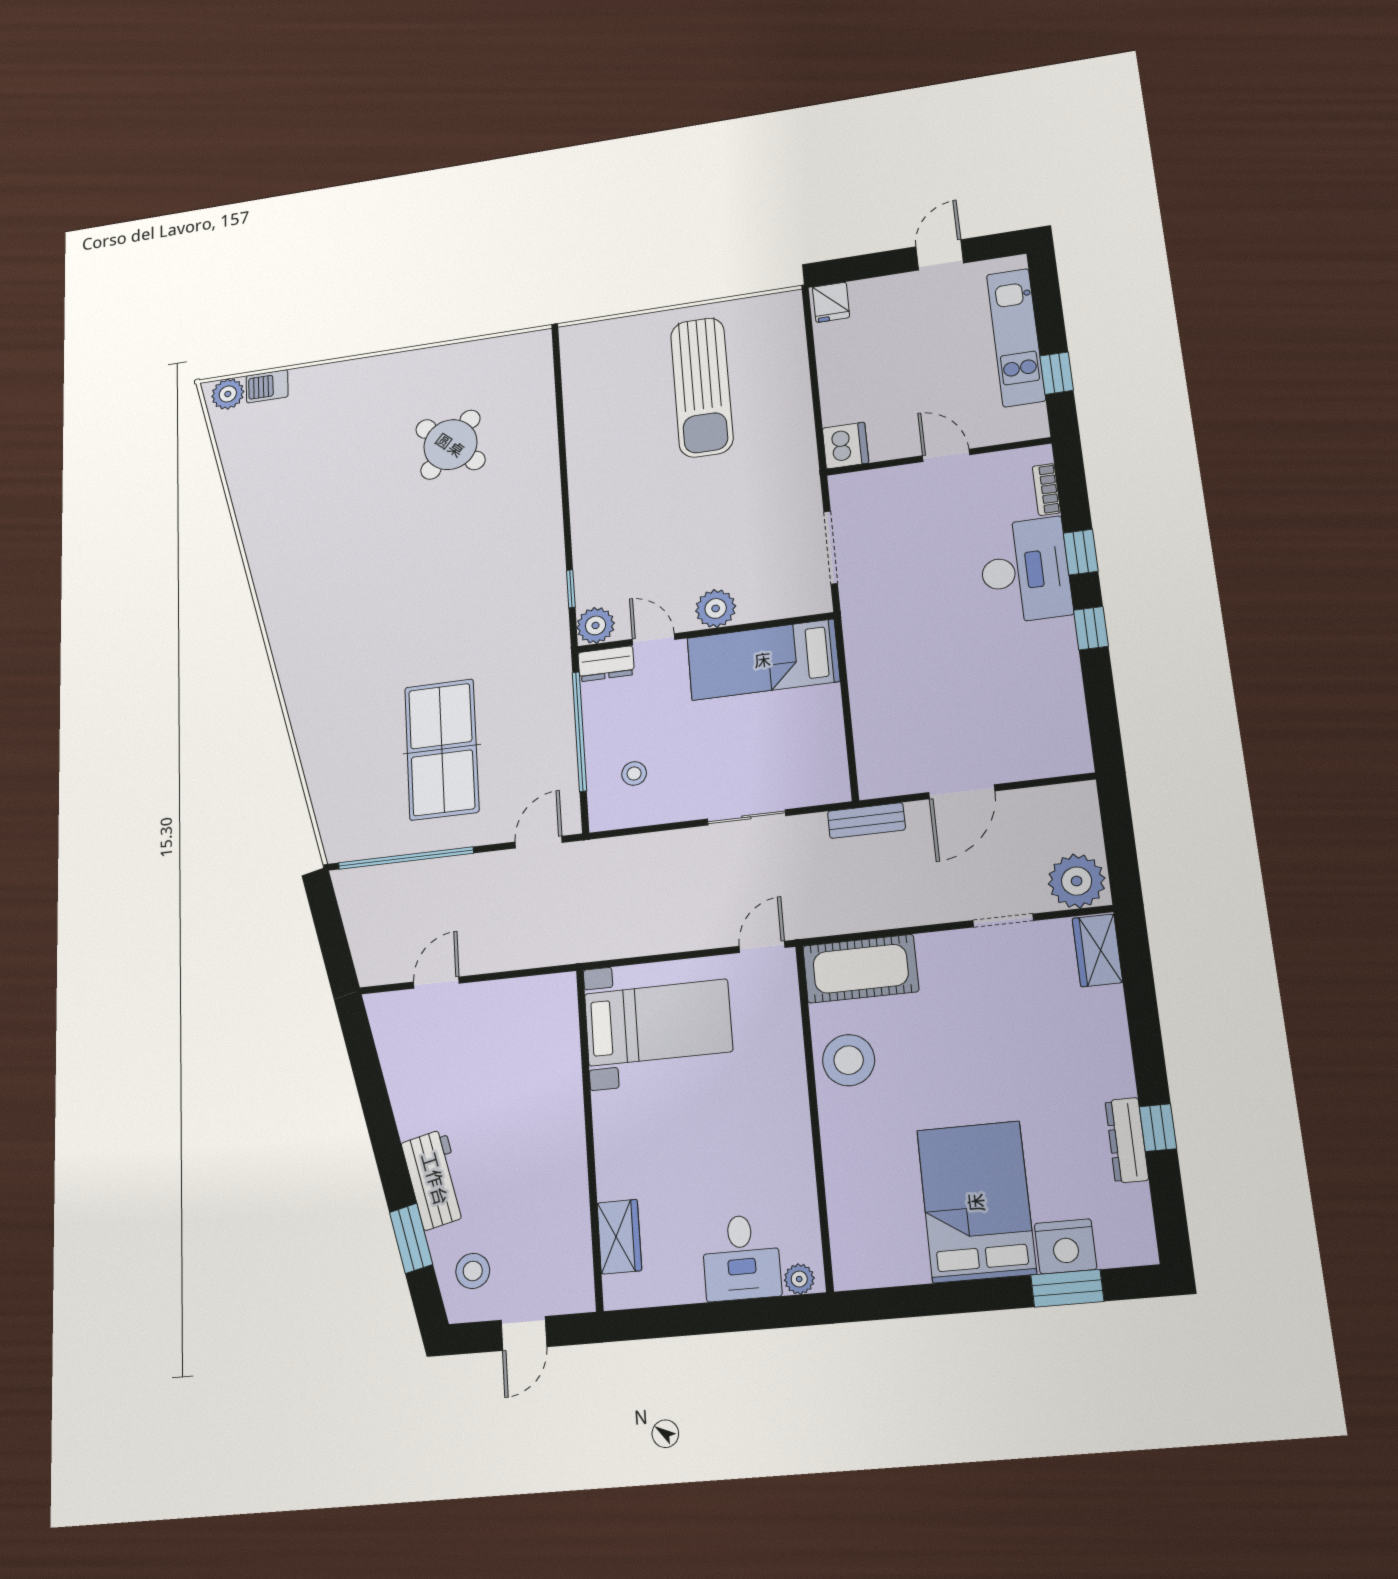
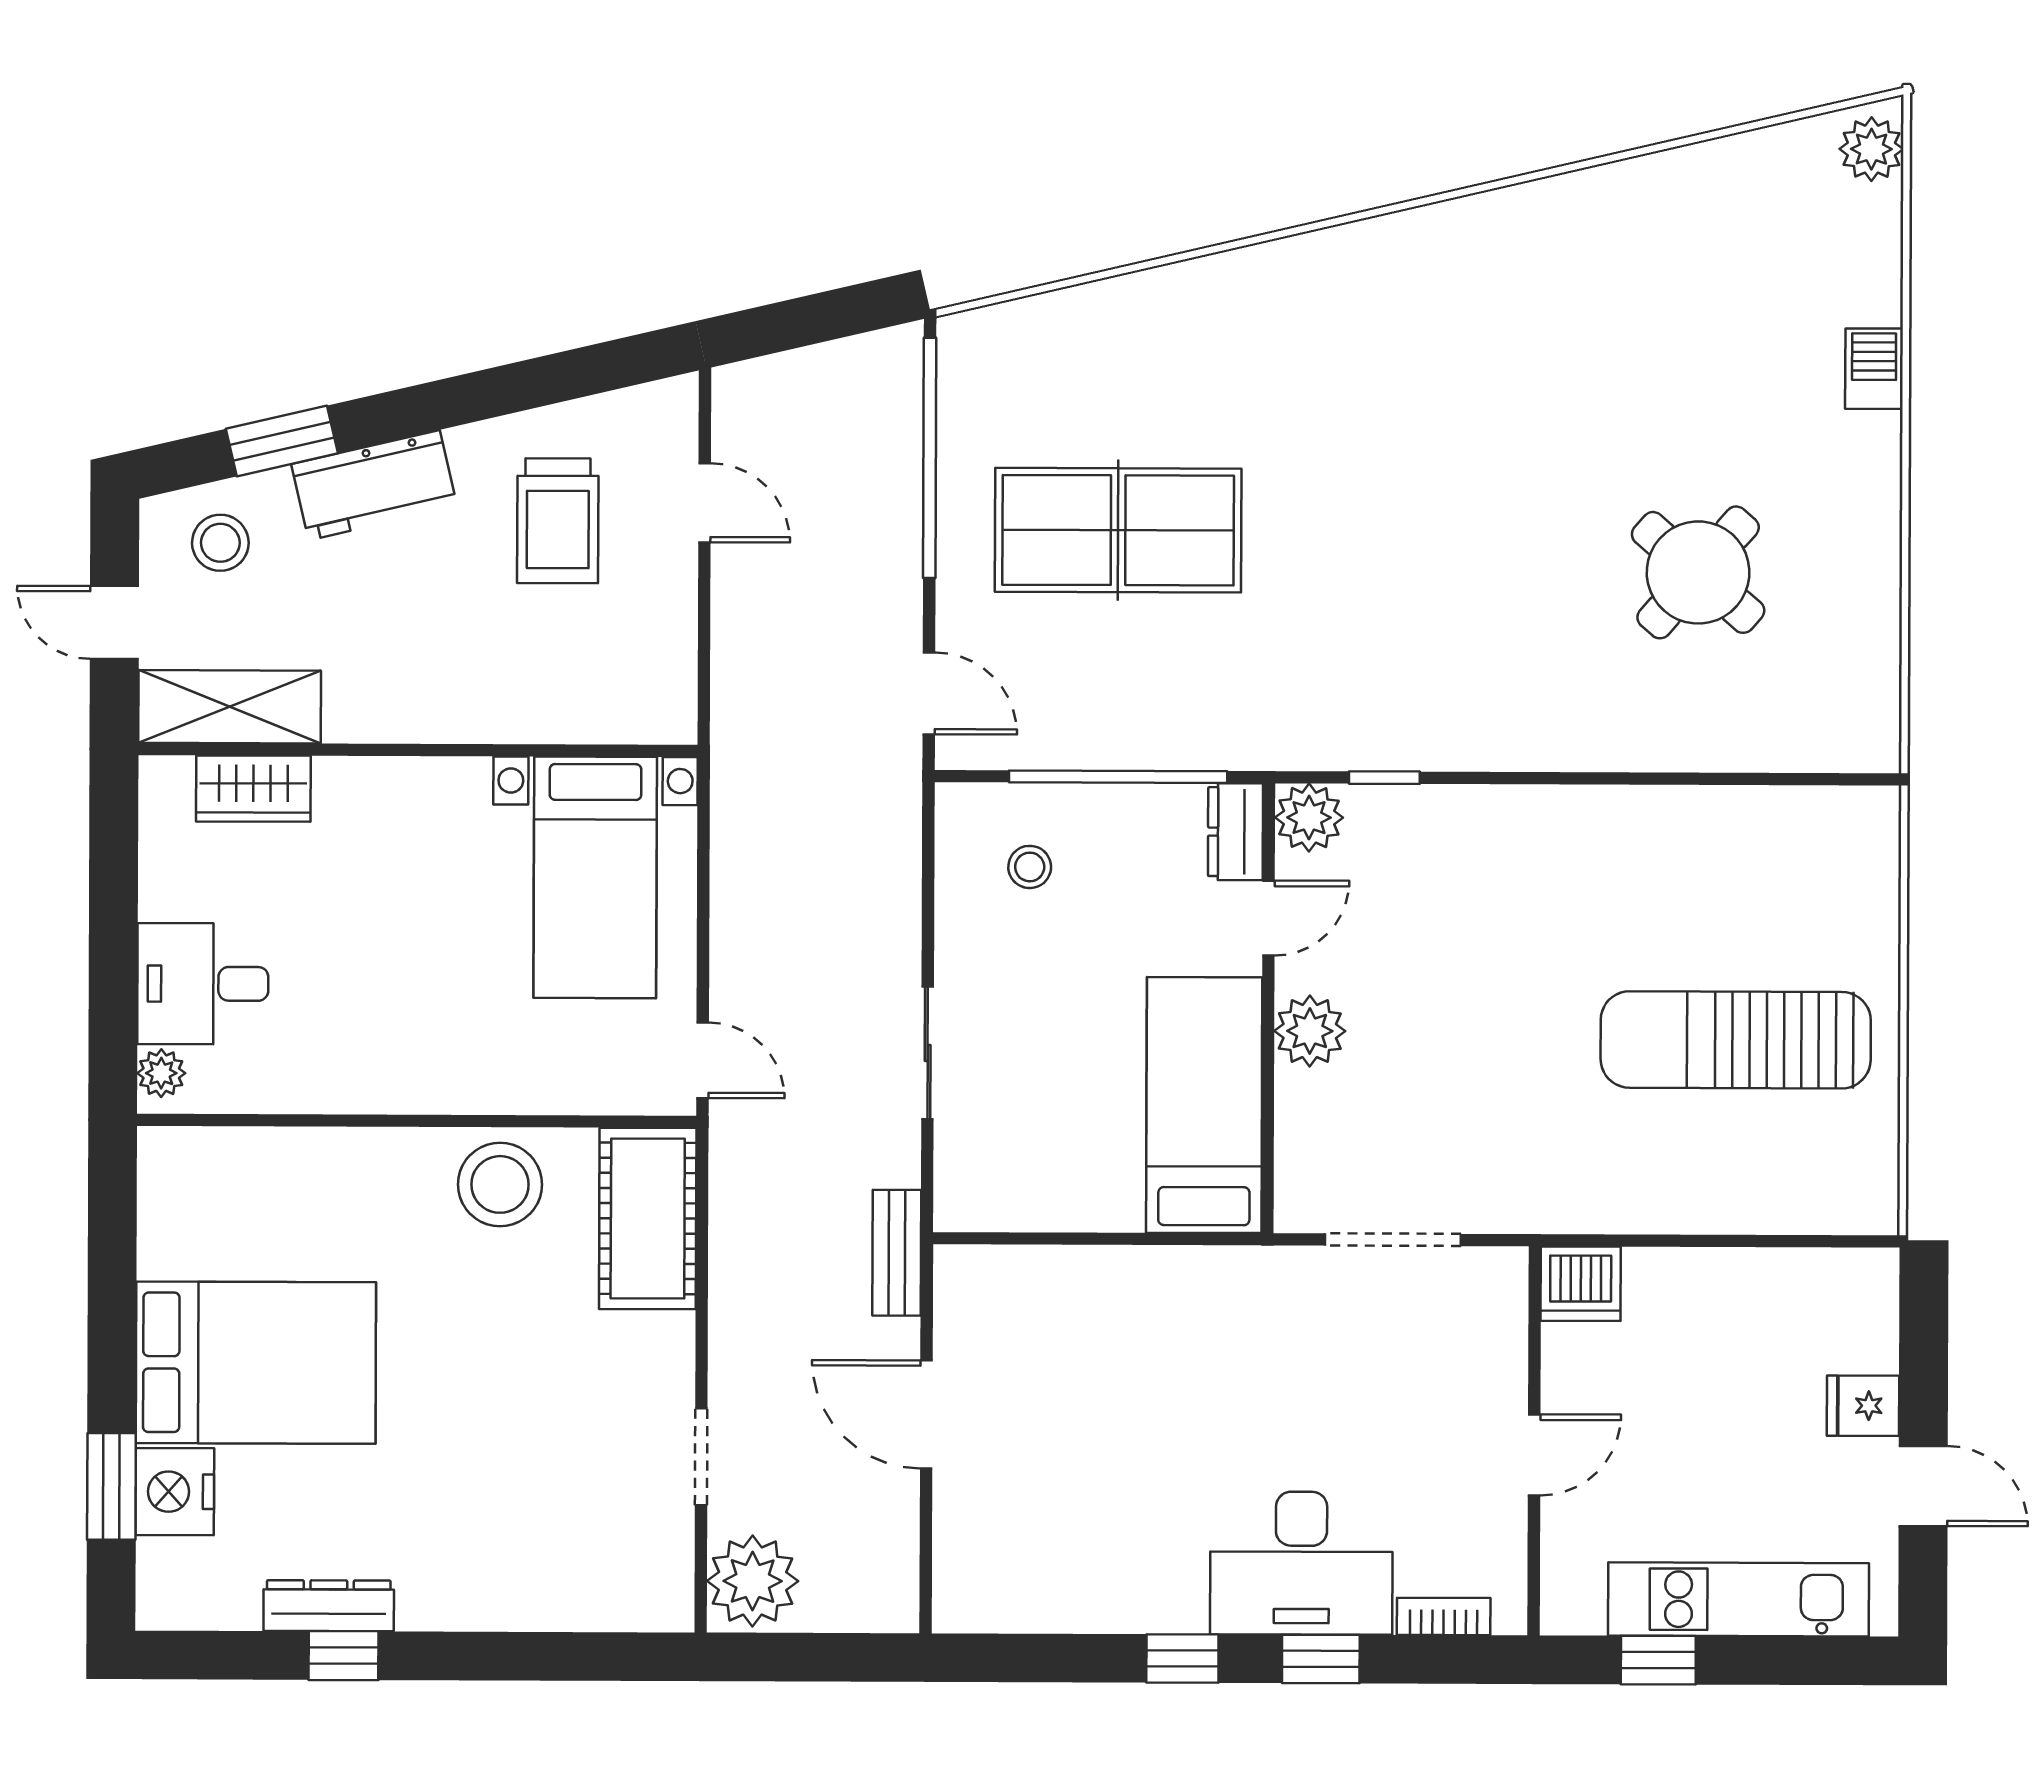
fridge: (831, 302) -> (1863, 1406), moved
barbecue: (267, 386) -> (1874, 369), moved
wardrobe: (1097, 950) -> (635, 1599), removed
trolley: (451, 1067) -> (558, 521), added
shelving: (571, 1256) -> (230, 707), added

